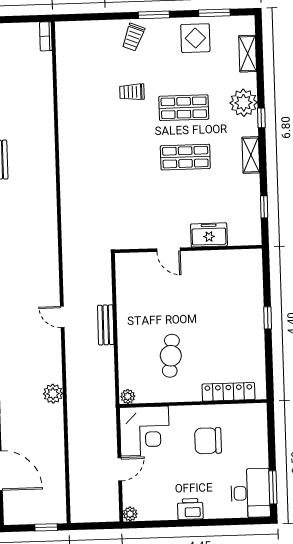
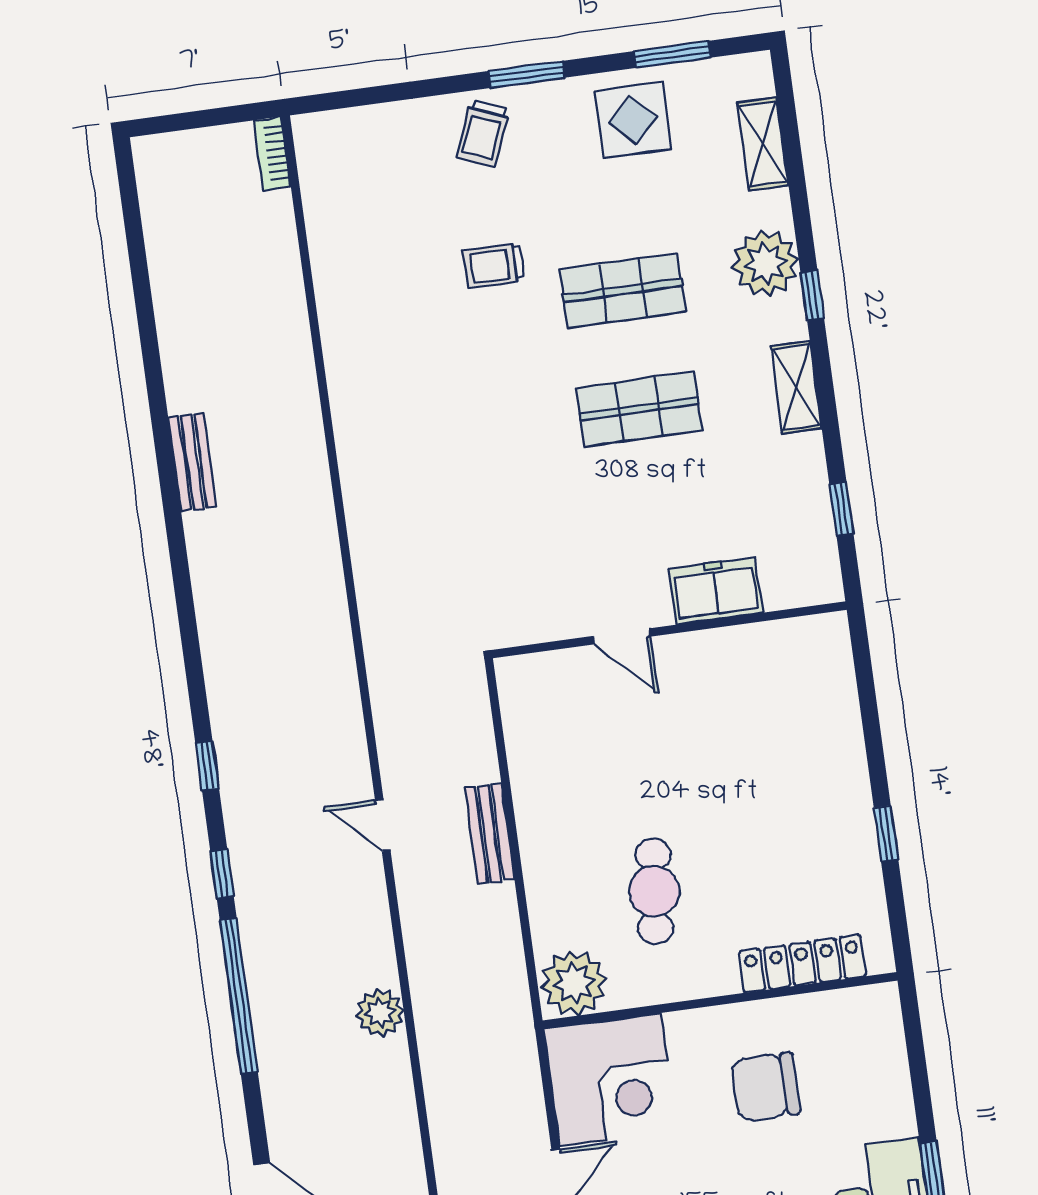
window: (268, 318) -> (886, 833), moved
plant: (128, 396) -> (574, 983), width x1.88, depth x1.88

